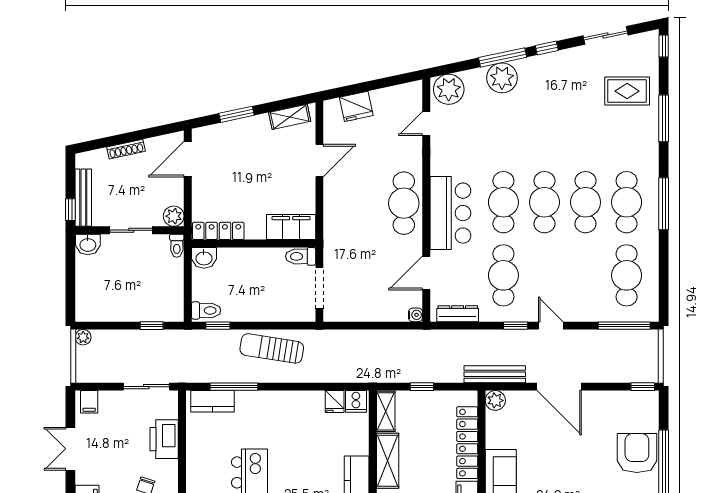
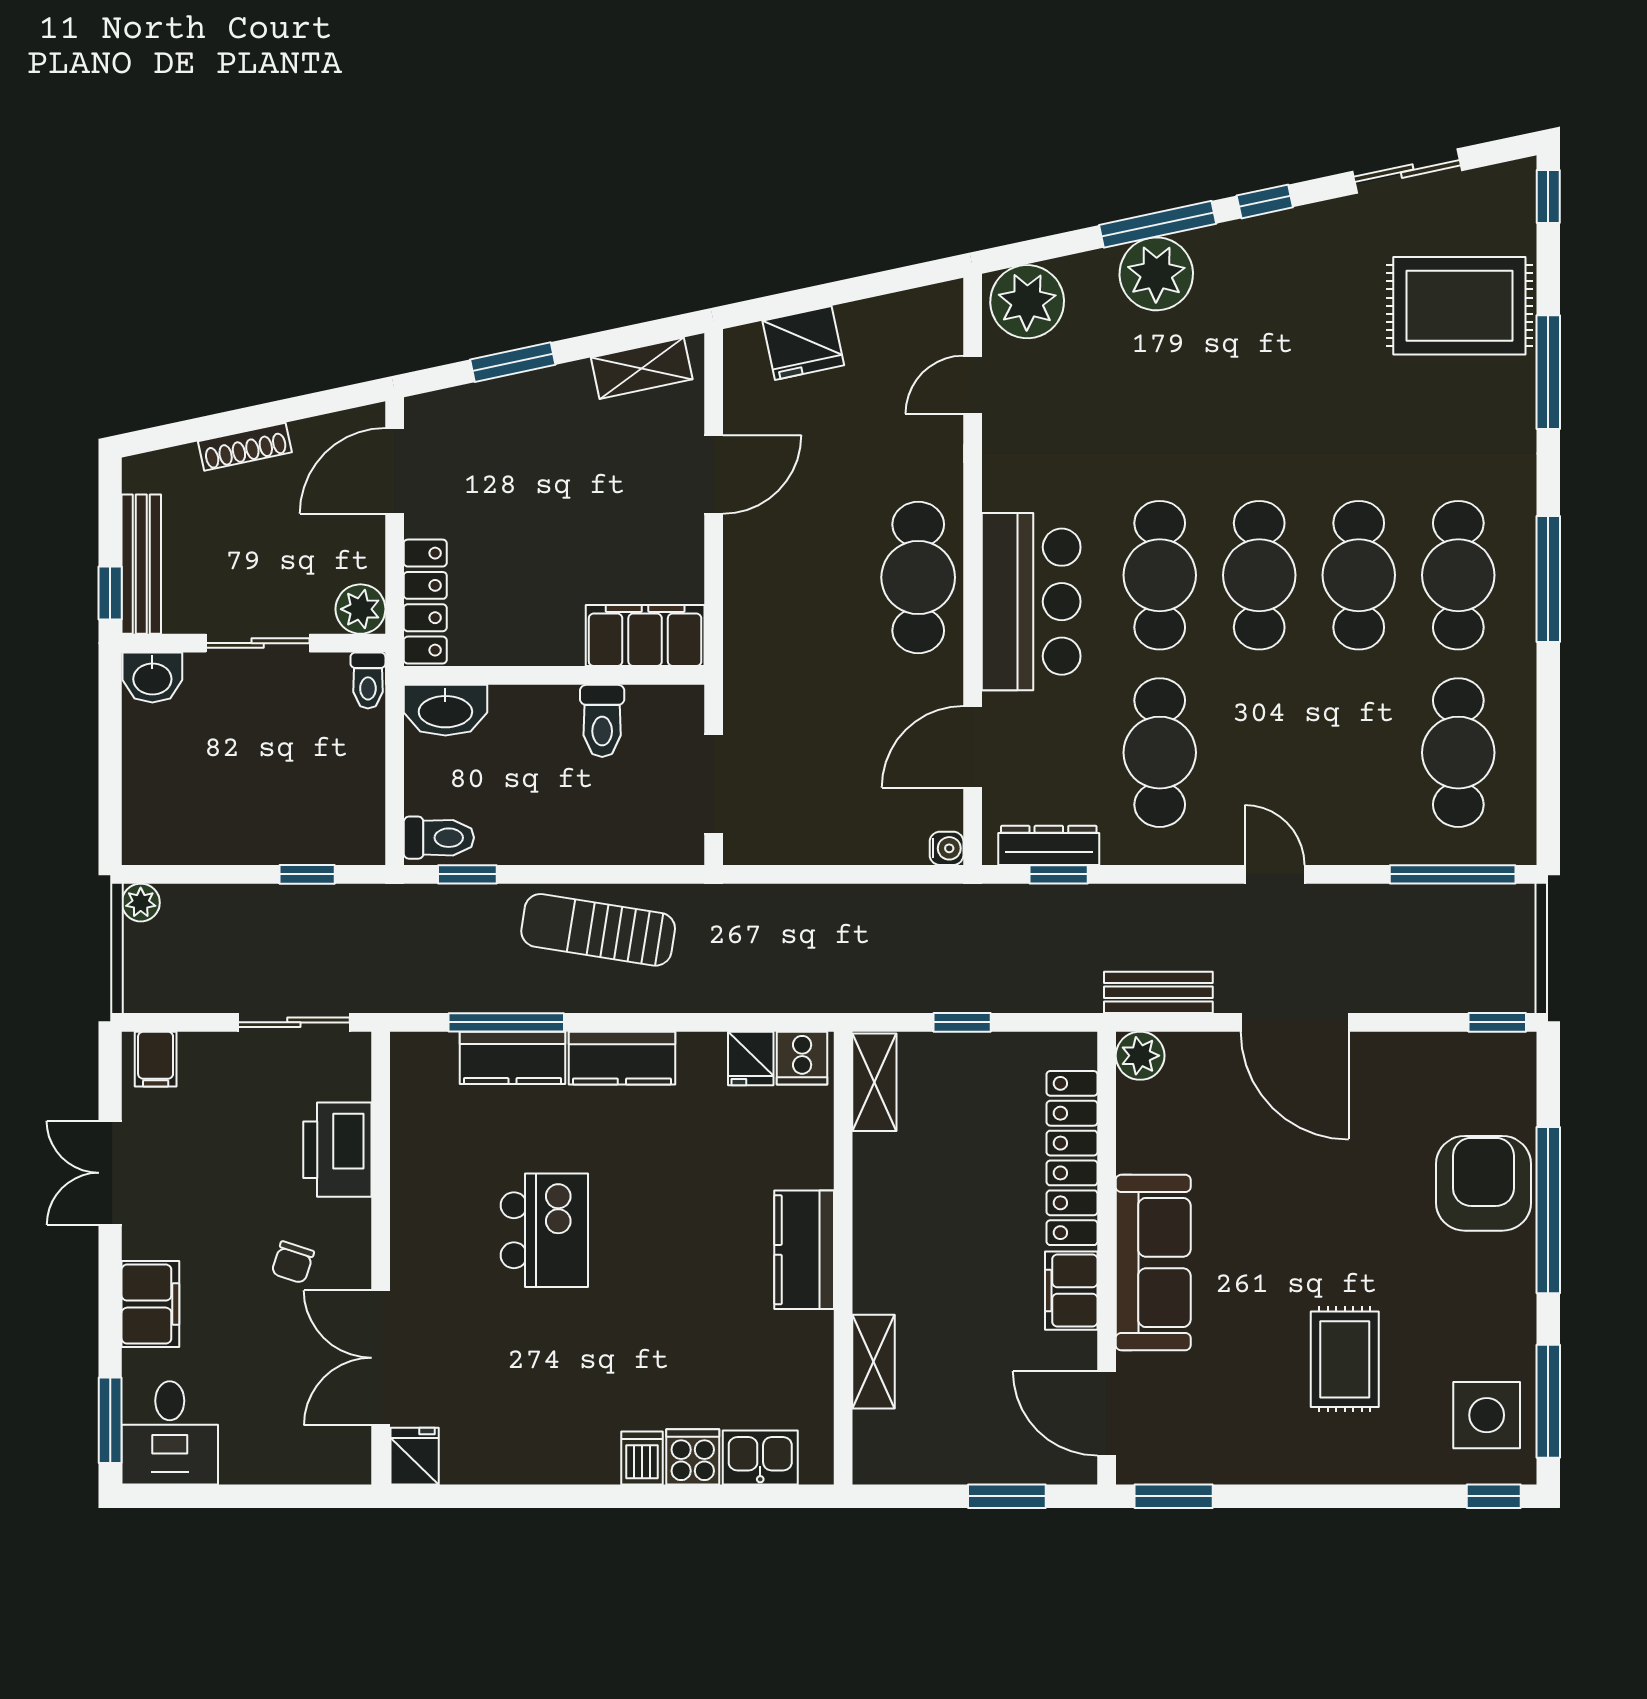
rug: (627, 91) -> (1459, 306), width x1.36, depth x1.43
locker: (218, 231) -> (425, 602), moved, turned 90
toilet: (301, 256) -> (602, 721), moved, turned -90
washbasin: (204, 258) -> (445, 710), width x1.38
window: (516, 326) -> (1059, 874), moved
bench: (495, 374) -> (1158, 992), width x0.73
kitchen counter: (213, 401) -> (512, 1058), moved
kitchen counter: (282, 401) -> (622, 1058), added
shelving: (388, 461) -> (879, 1202), removed

